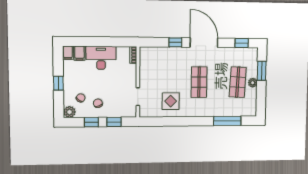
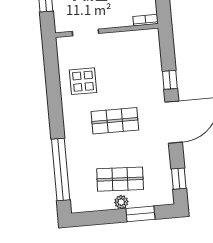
window: (227, 121) -> (61, 169), width x1.46

